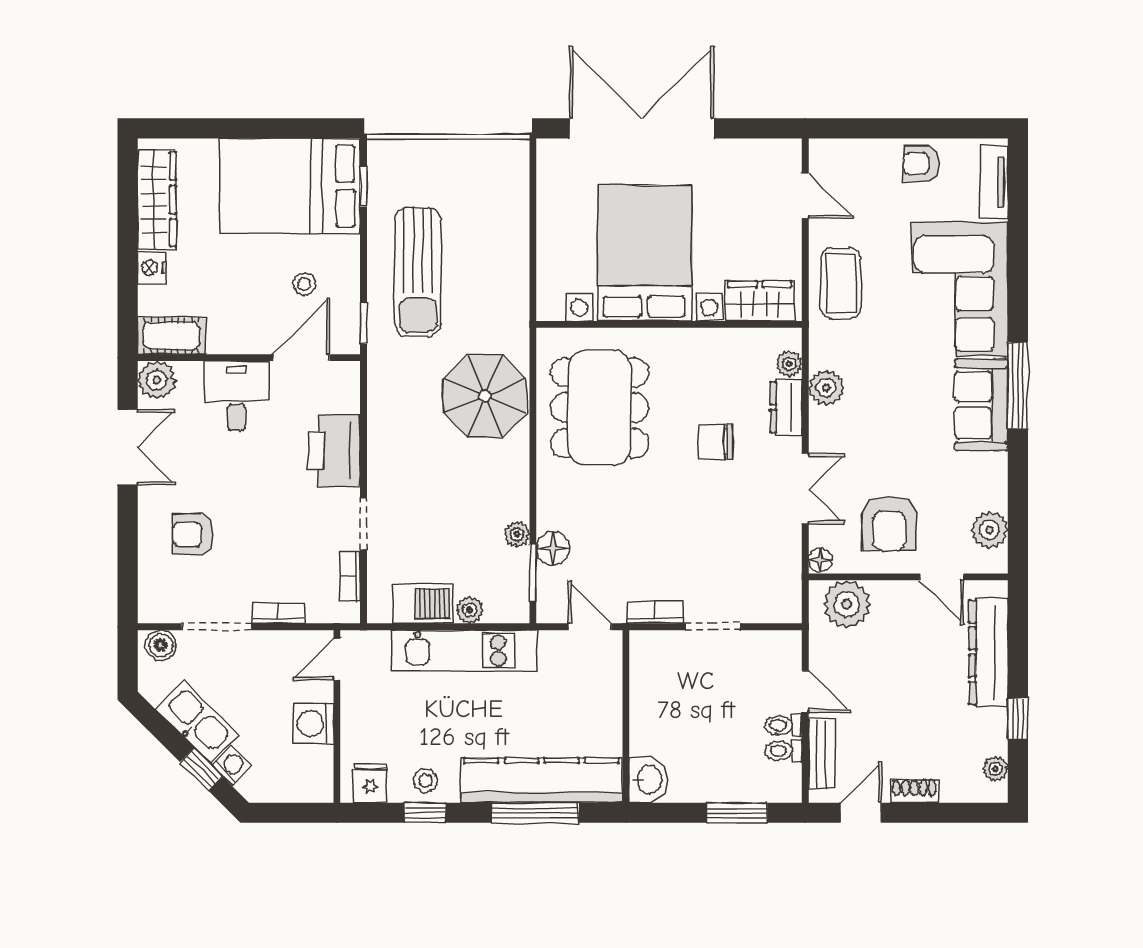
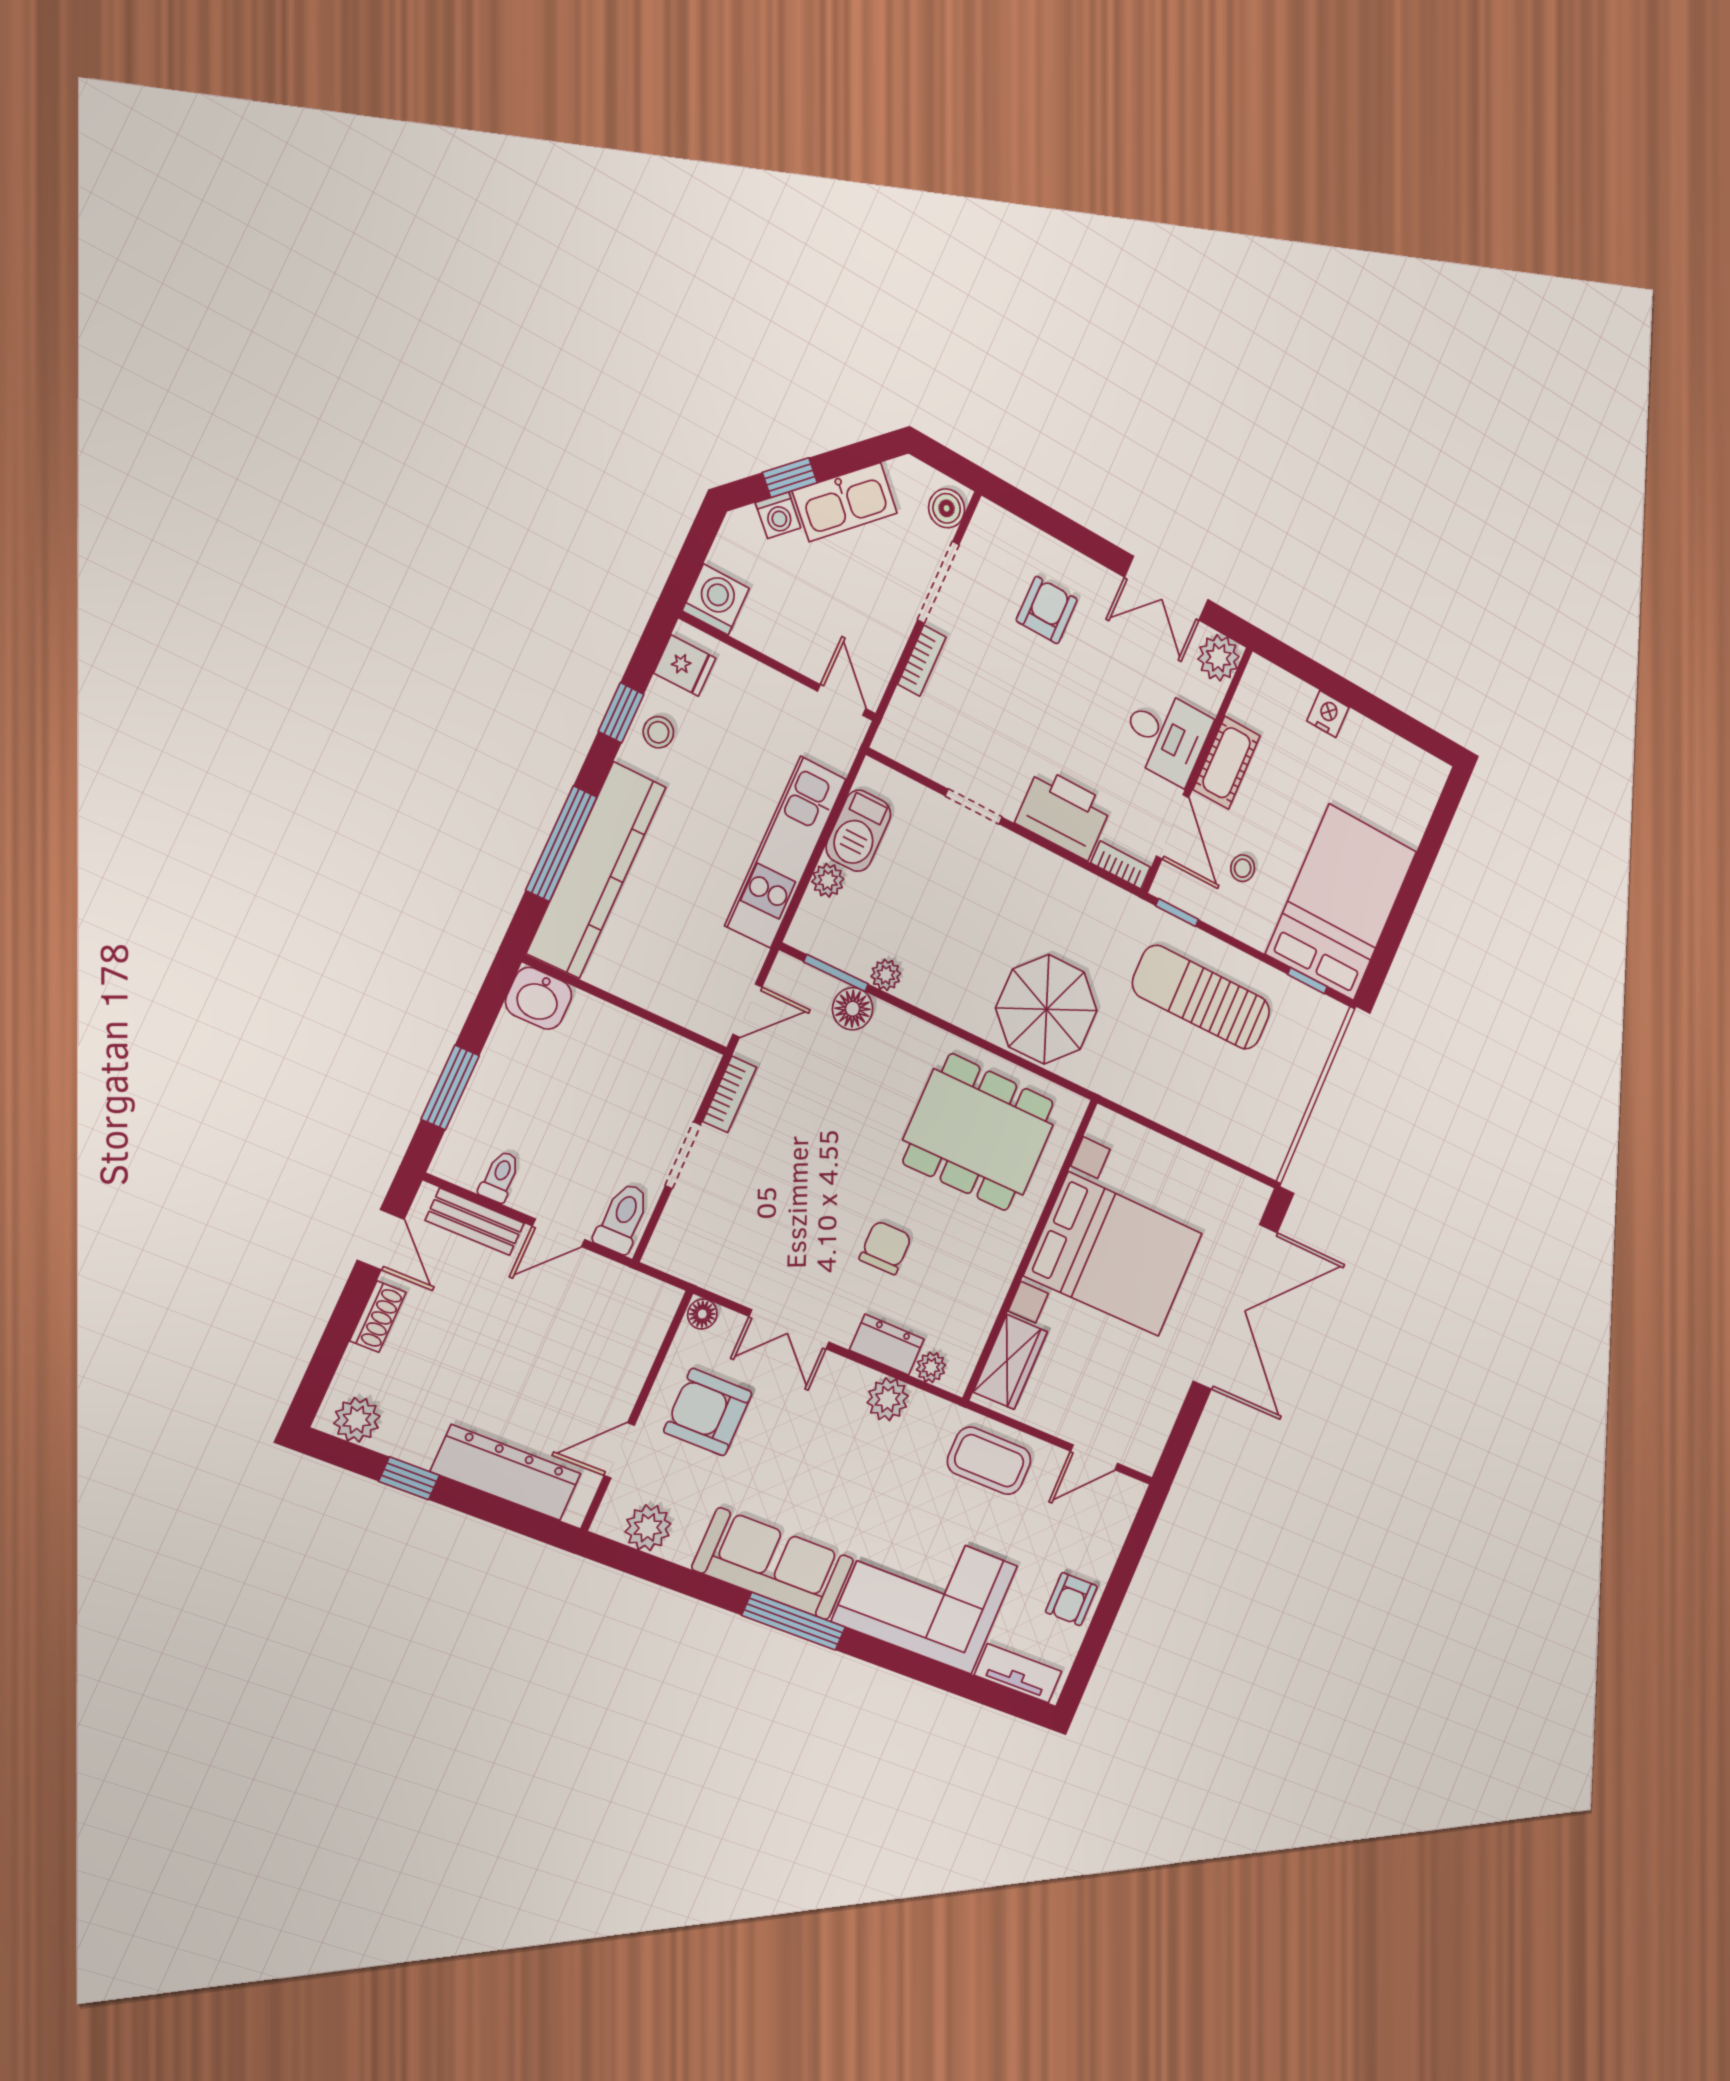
armchair: (921, 164) -> (1071, 1599), turned 180
wardrobe: (157, 200) -> (1389, 755), removed
cot: (172, 336) -> (1227, 763), moved
sofa: (981, 405) -> (773, 1564), width x1.36
bookcase: (350, 576) -> (1121, 865), moved
plant: (847, 604) -> (638, 1325), removed
washing machine: (313, 724) -> (716, 600), moved
toilet: (783, 725) -> (622, 1218), moved, width x1.37, depth x1.39
plant: (995, 769) -> (357, 1420), width x1.38, depth x1.38

